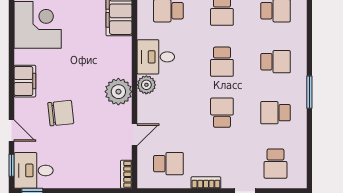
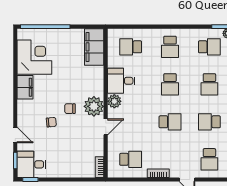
school desk: (275, 62) -> (209, 84), turned 90
filing cabinet: (25, 81) -> (25, 87), moved
chair: (86, 95) -> (70, 109), added
chair: (61, 113) -> (51, 122), width x0.54, depth x0.54
school desk: (222, 113) -> (170, 122), turned 90
door: (135, 135) -> (106, 127), moved

